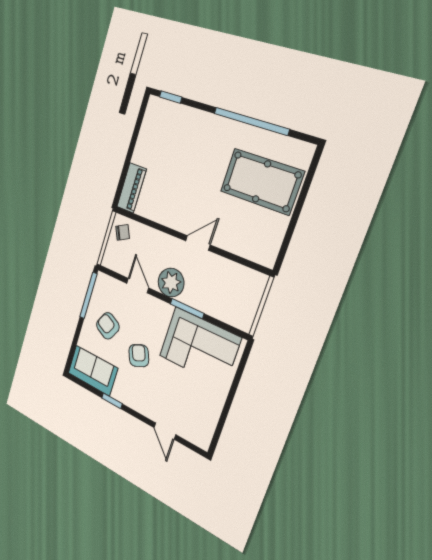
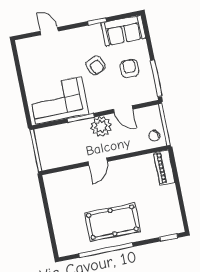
pool table: (262, 181) -> (112, 222), moved
armchair: (108, 326) -> (129, 68), turned -117

